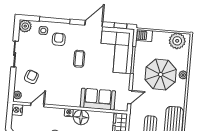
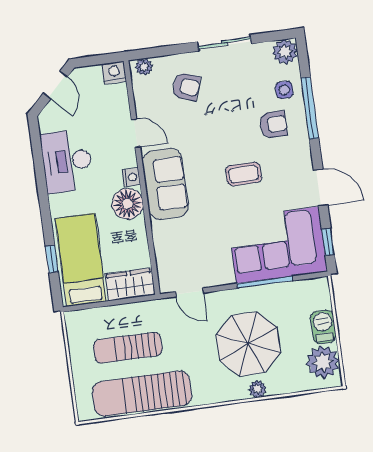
barbecue: (144, 36) -> (323, 327), moved
sofa: (98, 99) -> (165, 184), moved
door: (37, 105) -> (136, 133), moved

